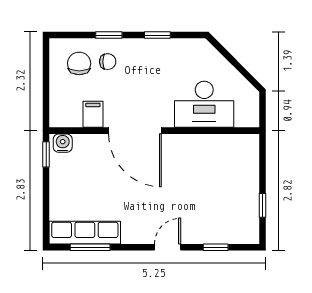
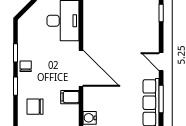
chair: (108, 62) -> (26, 66), moved
door: (135, 131) -> (81, 68), hinge flipped
door: (168, 247) -> (161, 62), moved

